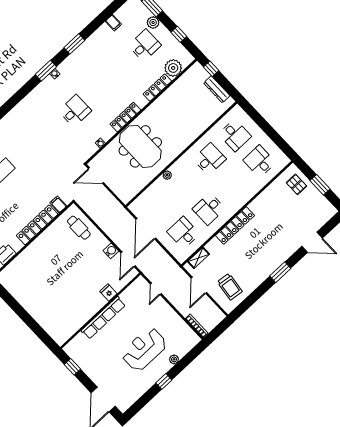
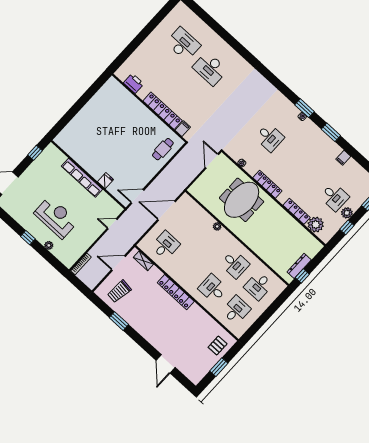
filing cabinet: (113, 23) -> (343, 158), moved
plant: (153, 23) -> (347, 213), moved
window: (211, 69) -> (302, 276), moved
desk: (209, 209) -> (213, 288), moved
water cooler: (111, 251) -> (144, 180), removed
window: (280, 272) -> (119, 321), moved

